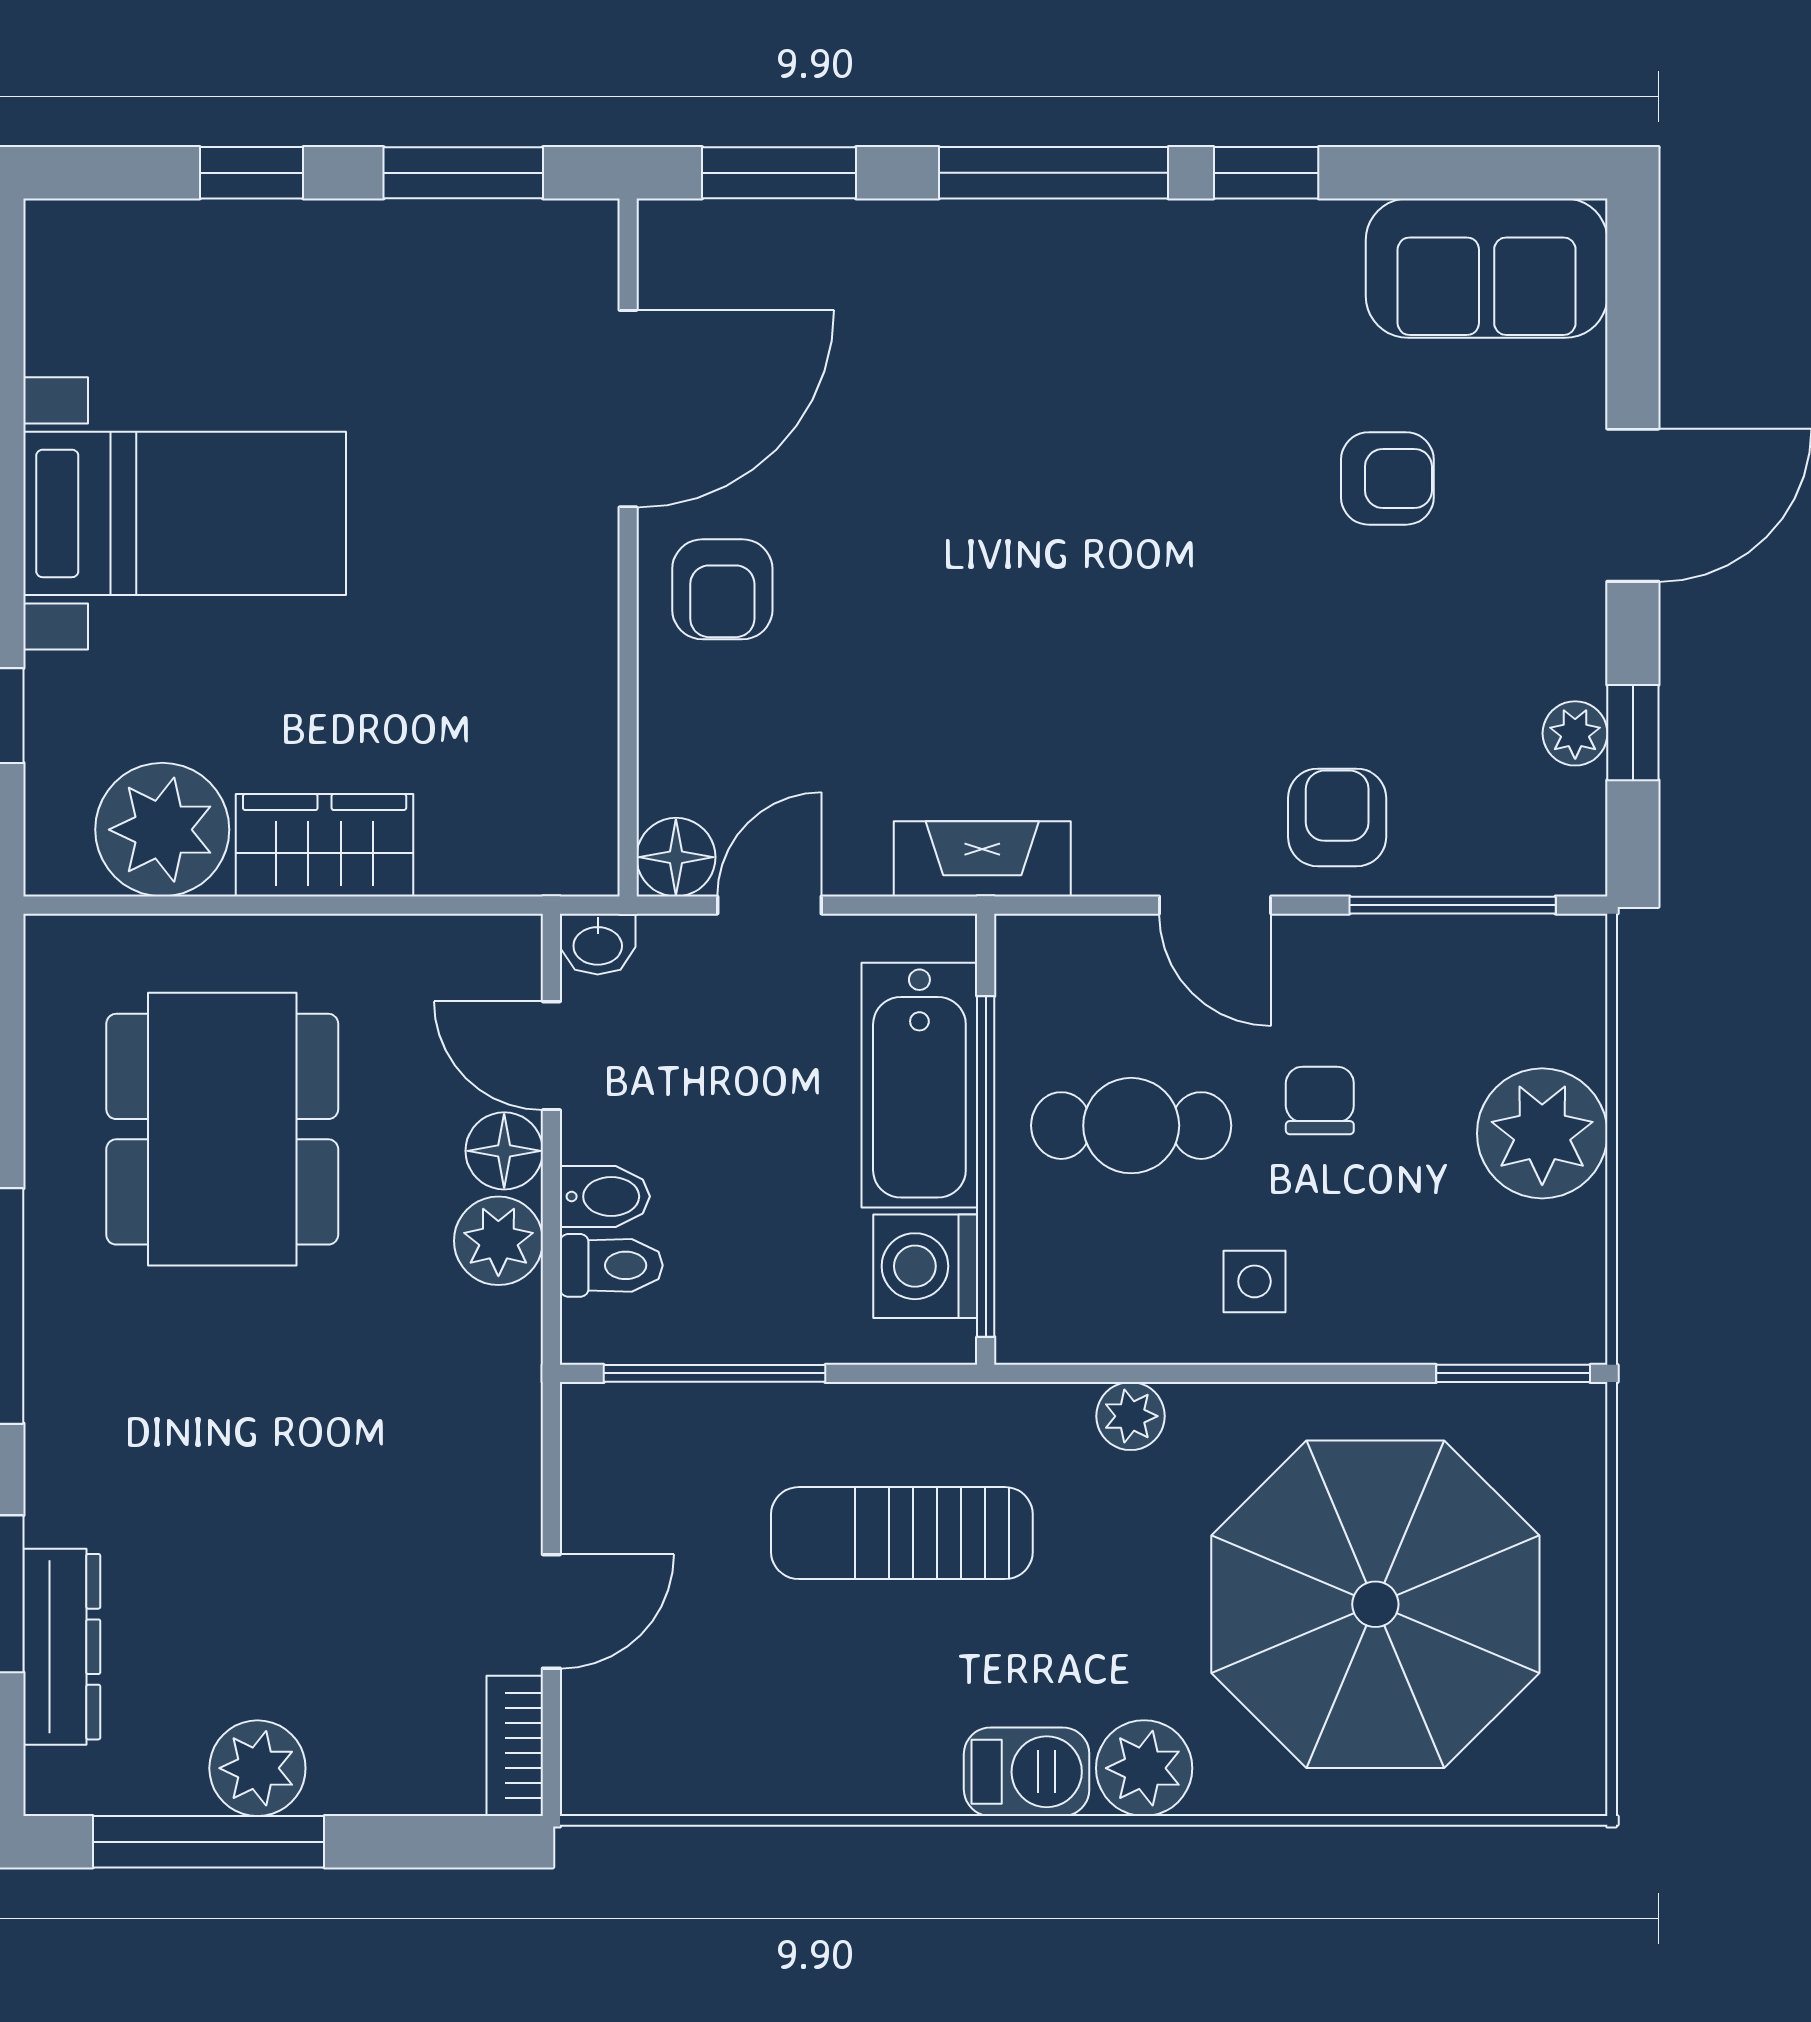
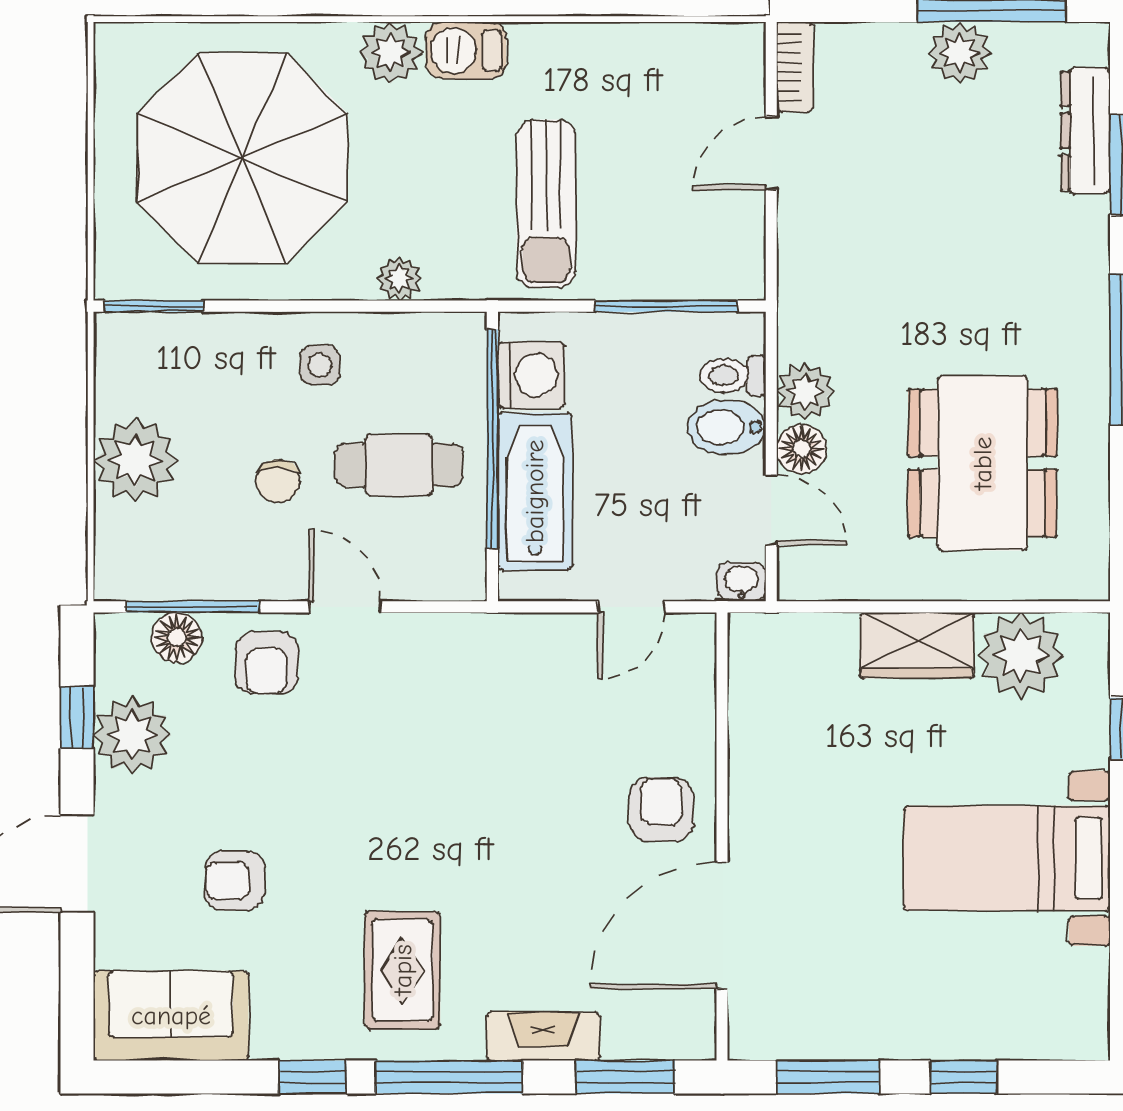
rug: (1126, 339) -> (403, 970), added
plant: (1575, 733) -> (132, 735), width x1.88, depth x1.88
floor lamp: (676, 857) -> (177, 638), moved
fireplace: (982, 859) -> (543, 1036), moved, turned 180
bidet: (605, 1196) -> (726, 427), width x1.38, depth x1.36
sun lounger: (902, 1533) -> (546, 204), turned 90

